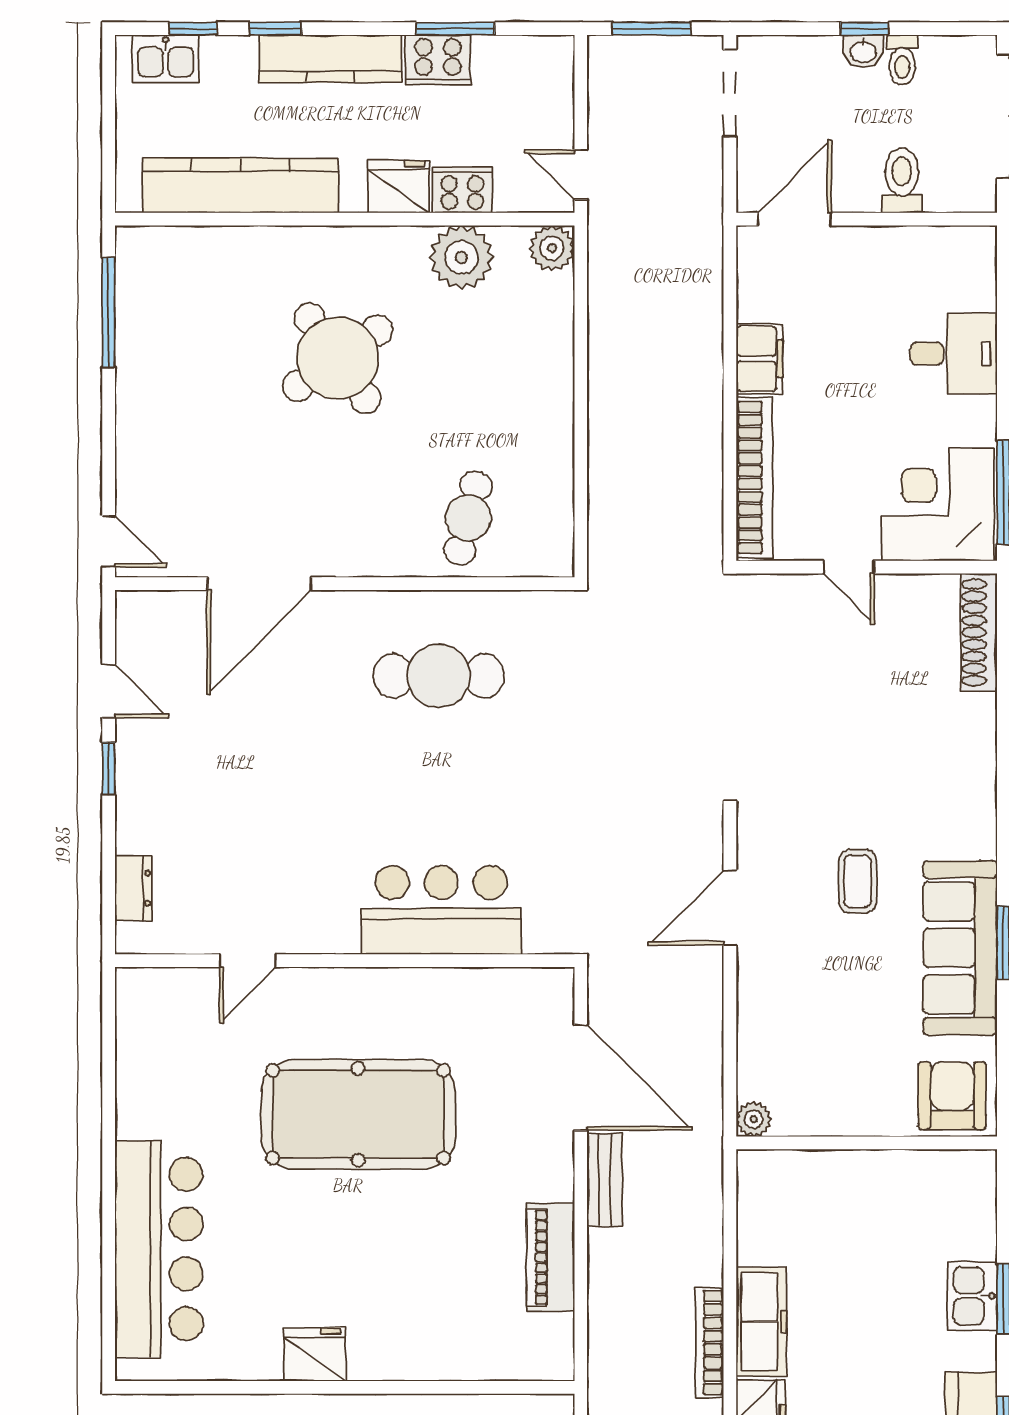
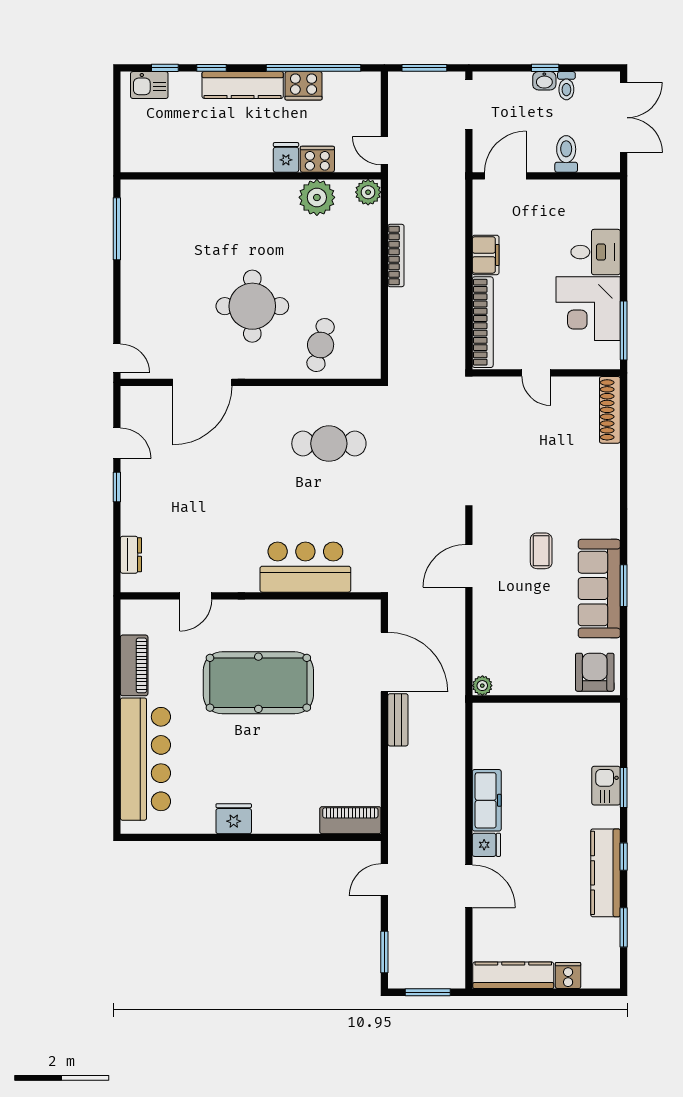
window: (456, 29) -> (313, 68), width x2.11
kitchen counter: (240, 185) -> (192, 157), removed
fridge: (398, 187) -> (286, 157), width x0.72
round table: (338, 358) -> (252, 306), moved, turned 35
corner desk: (938, 504) -> (588, 309), moved, turned -90
cafe table: (439, 676) -> (329, 444), moved
piano: (139, 1084) -> (134, 665), added
piano: (550, 1257) -> (350, 820), moved, turned 90
bookcase: (710, 1343) -> (396, 255), moved, turned 180

